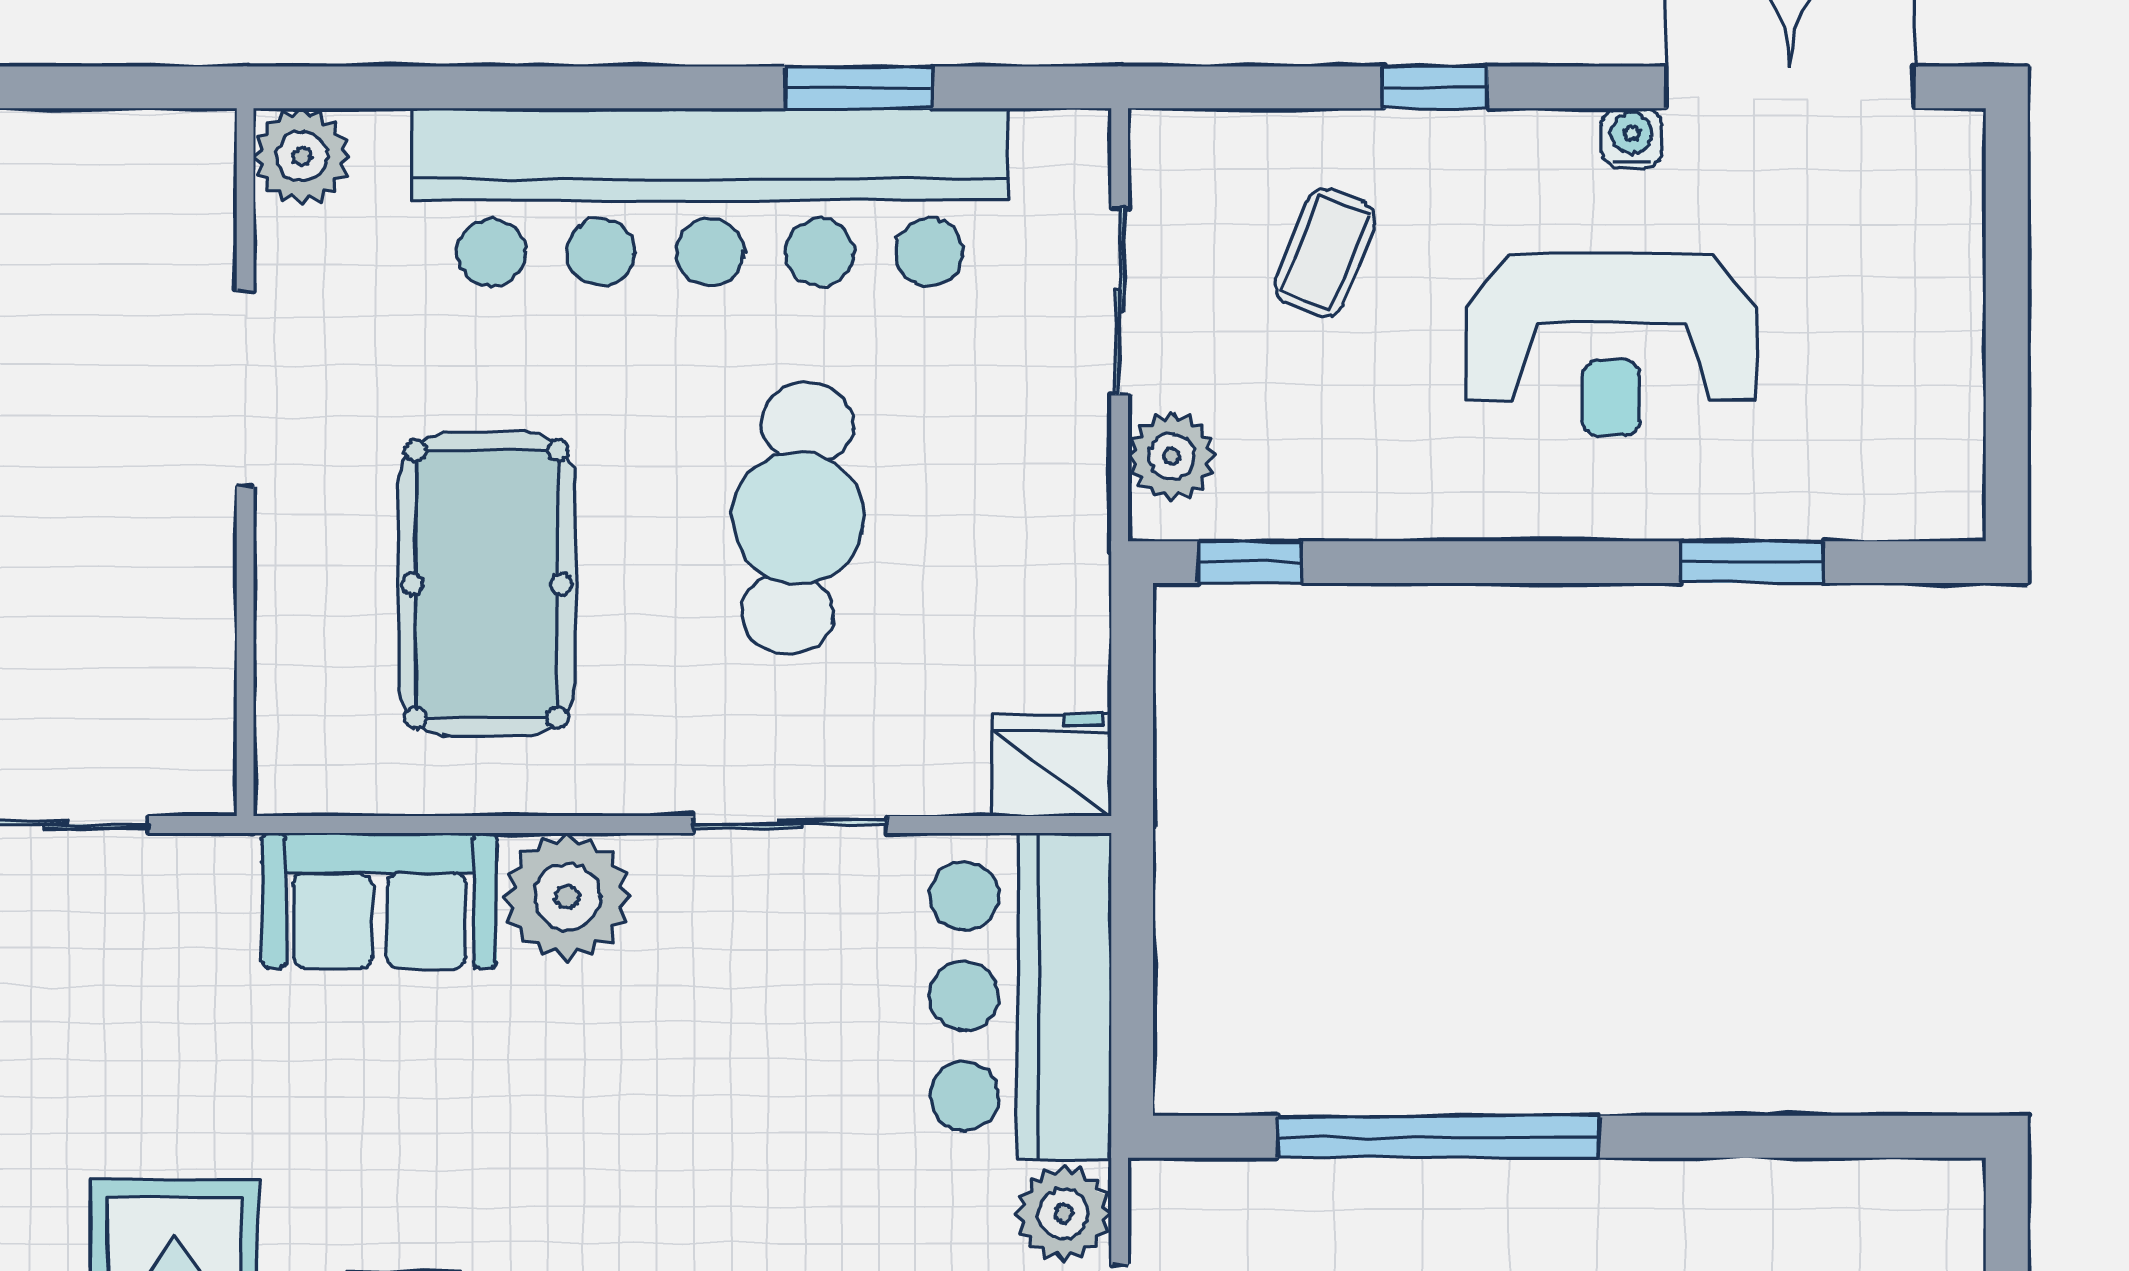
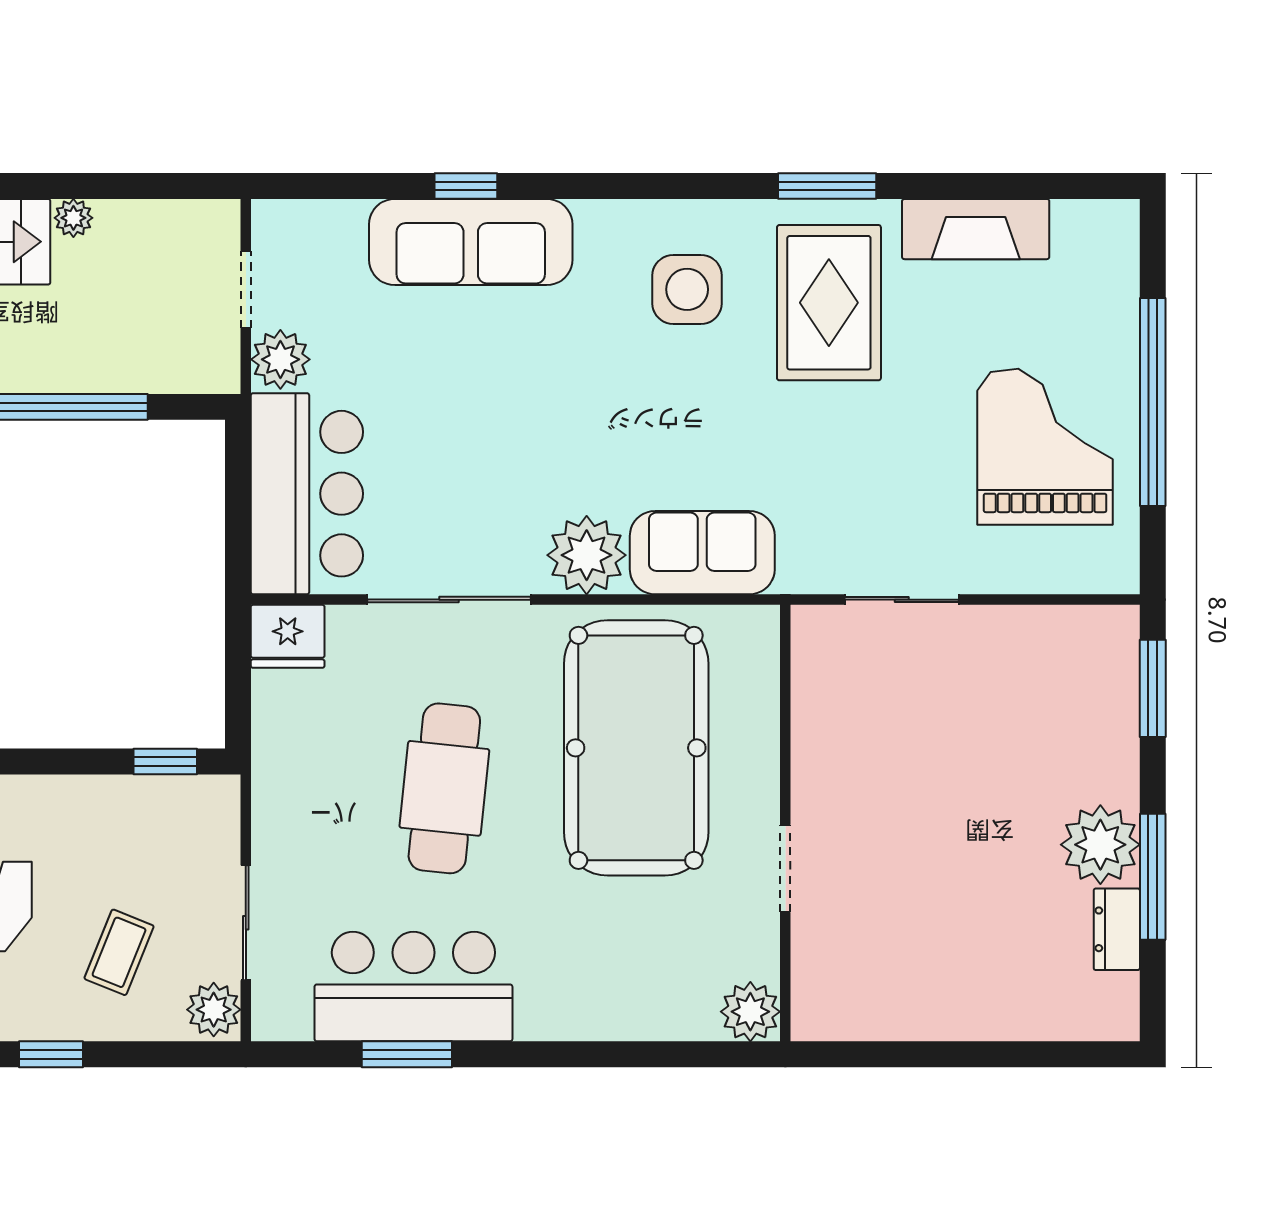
bar counter: (710, 197) -> (413, 987), width x0.54
doorway: (245, 388) -> (785, 869), width x0.73
plant: (1172, 456) -> (214, 1010), moved
pool table: (487, 584) -> (636, 748), width x1.36, depth x1.32
sliding door: (790, 824) -> (449, 600), width x1.37

